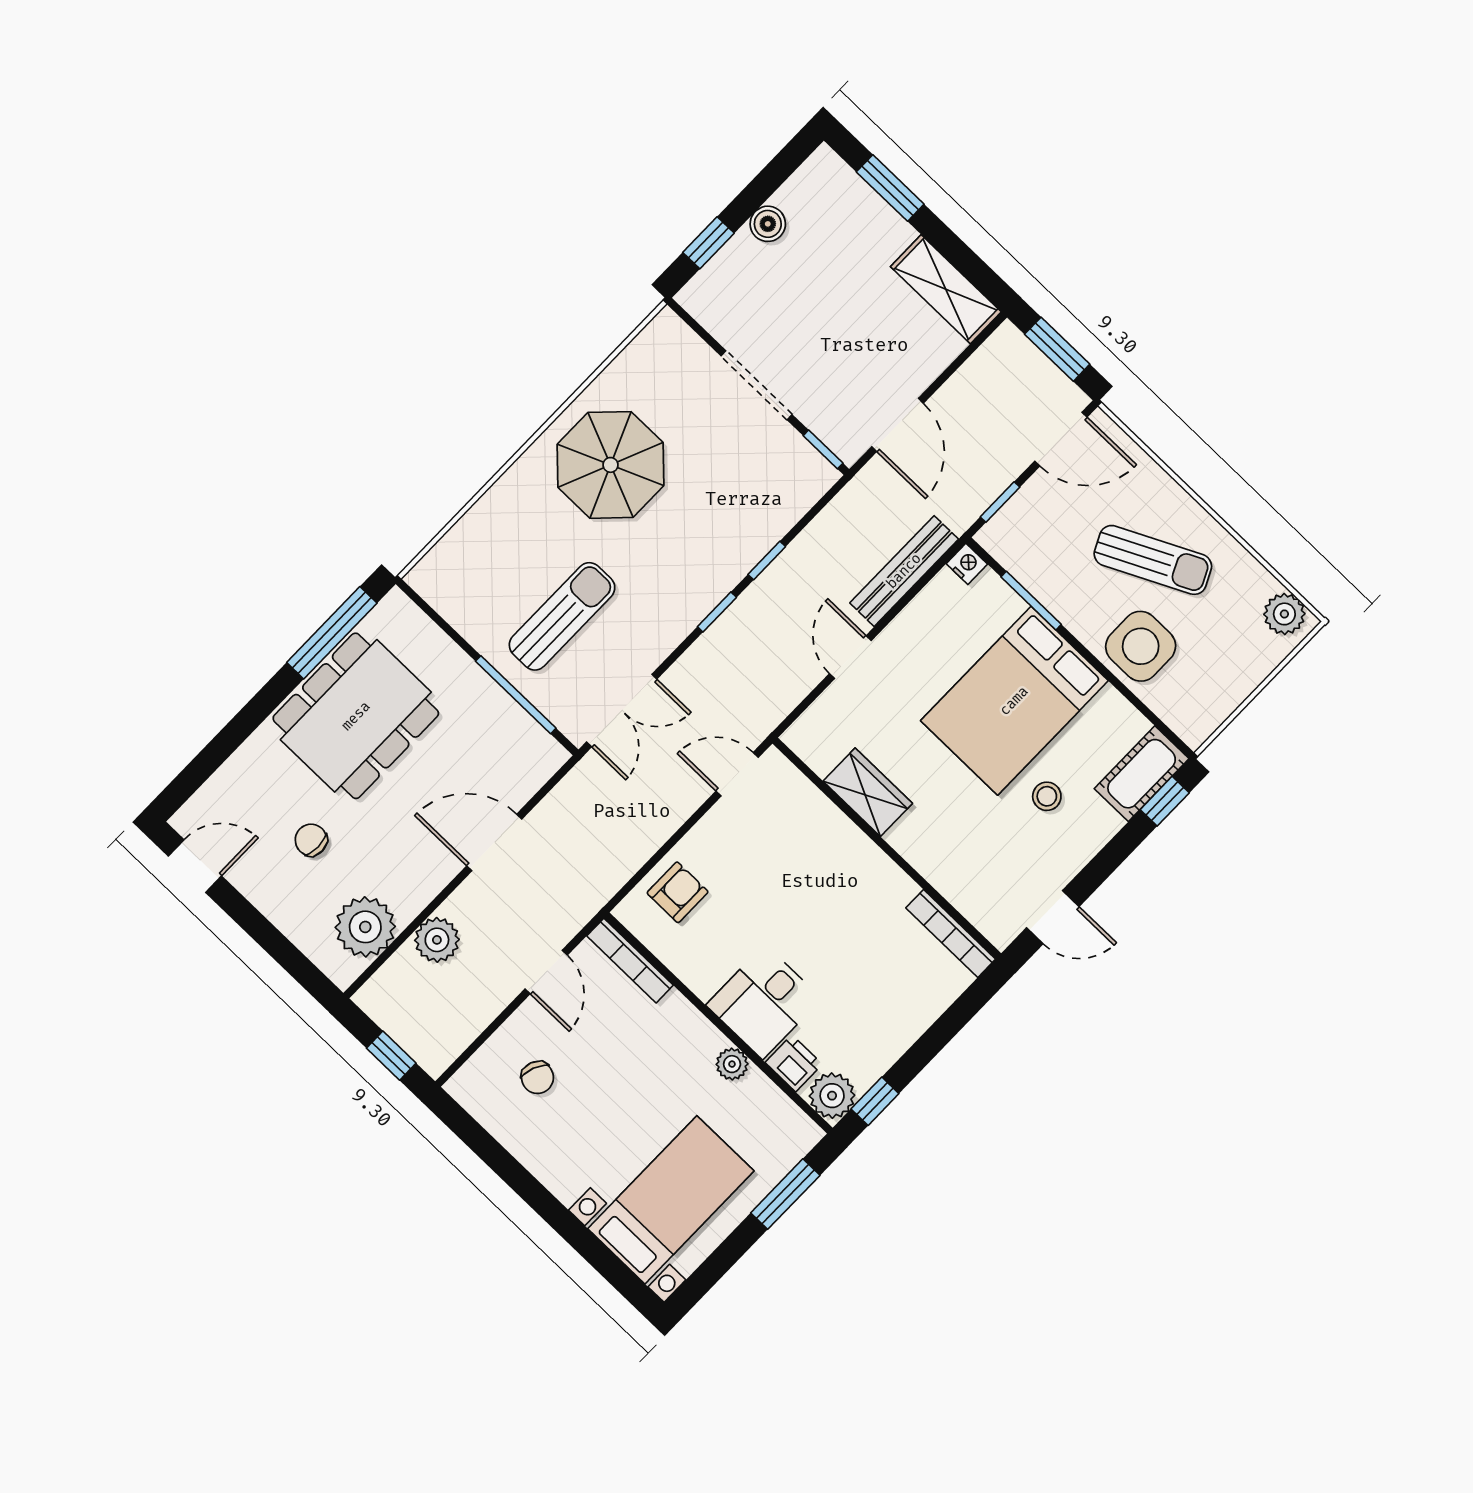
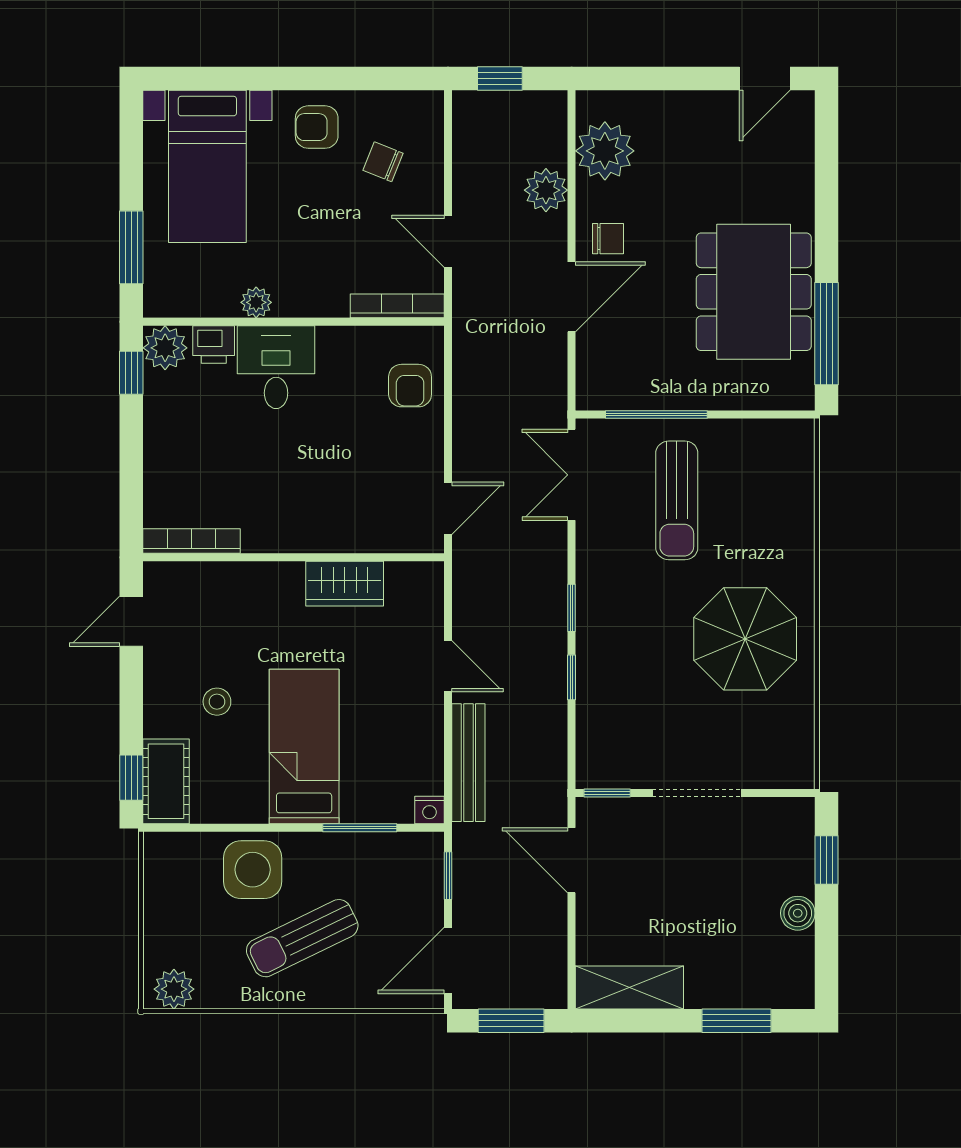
bed: (1014, 701) -> (304, 746), width x0.67
chair: (311, 840) -> (608, 239), moved
armchair: (562, 1151) -> (317, 127), added

